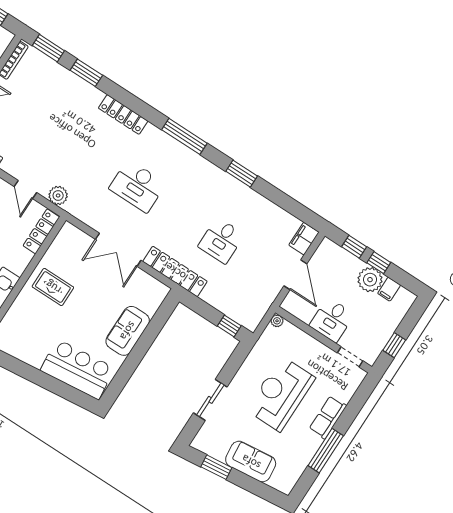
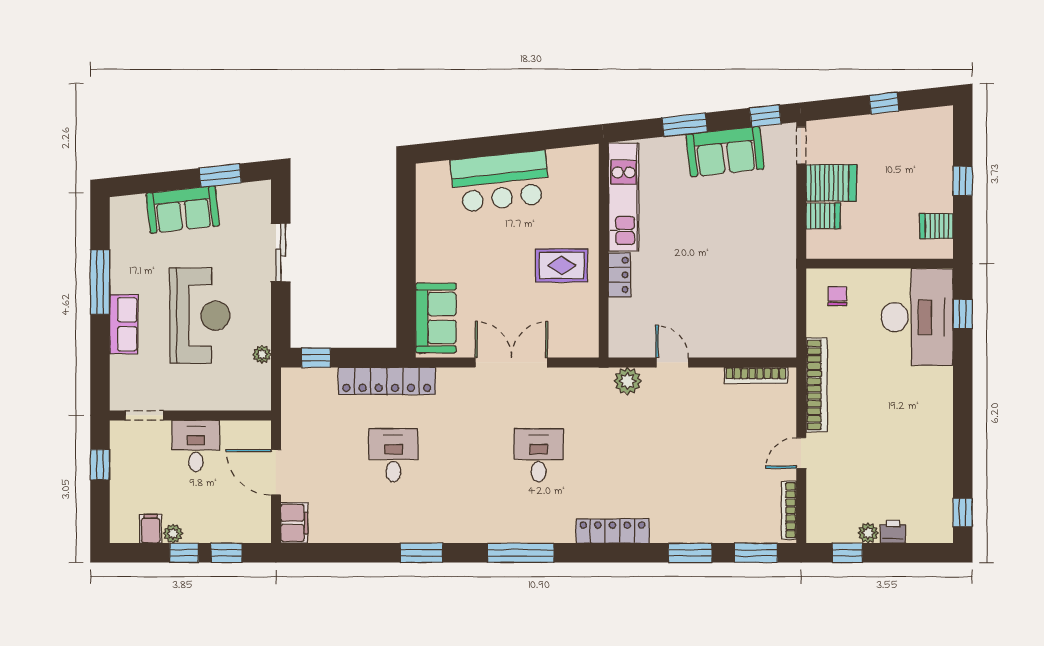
desk: (137, 186) -> (539, 455), width x0.73
locker: (41, 231) -> (620, 275), moved, width x0.66
locker: (175, 271) -> (387, 381), moved
plant: (370, 280) -> (173, 534), width x0.53, depth x0.53
plant: (277, 321) -> (262, 354), moved
sofa: (128, 331) -> (436, 318), moved
bar counter: (77, 369) -> (500, 181), moved

